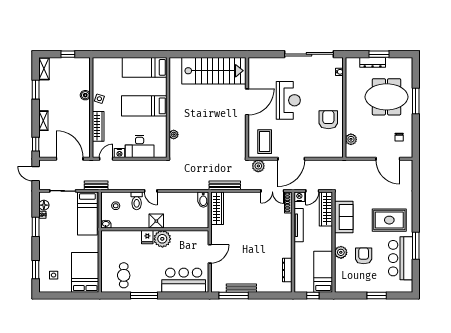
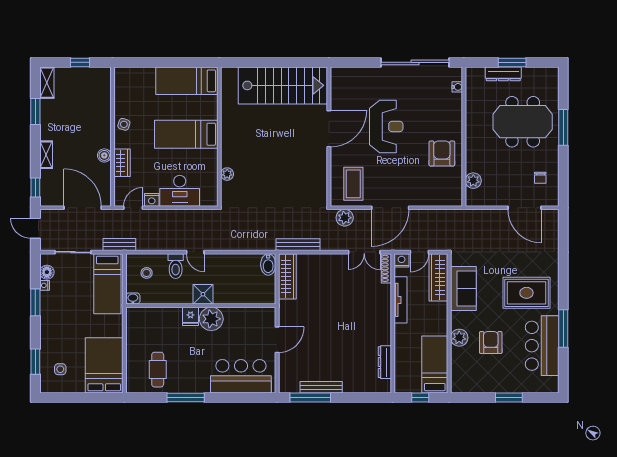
boiler: (85, 95) -> (104, 155), moved
wardrobe: (98, 126) -> (122, 163), width x0.67

